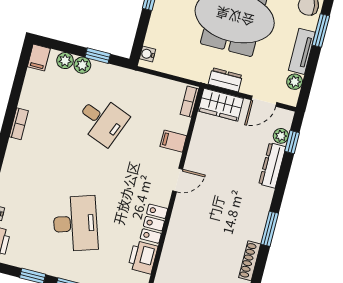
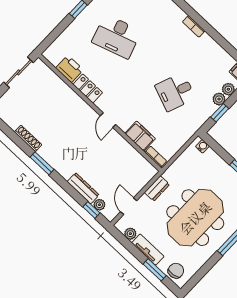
wardrobe: (221, 105) -> (142, 176), removed
bookcase: (19, 124) -> (194, 26), moved
filing cabinet: (173, 141) -> (140, 136), width x2.00

